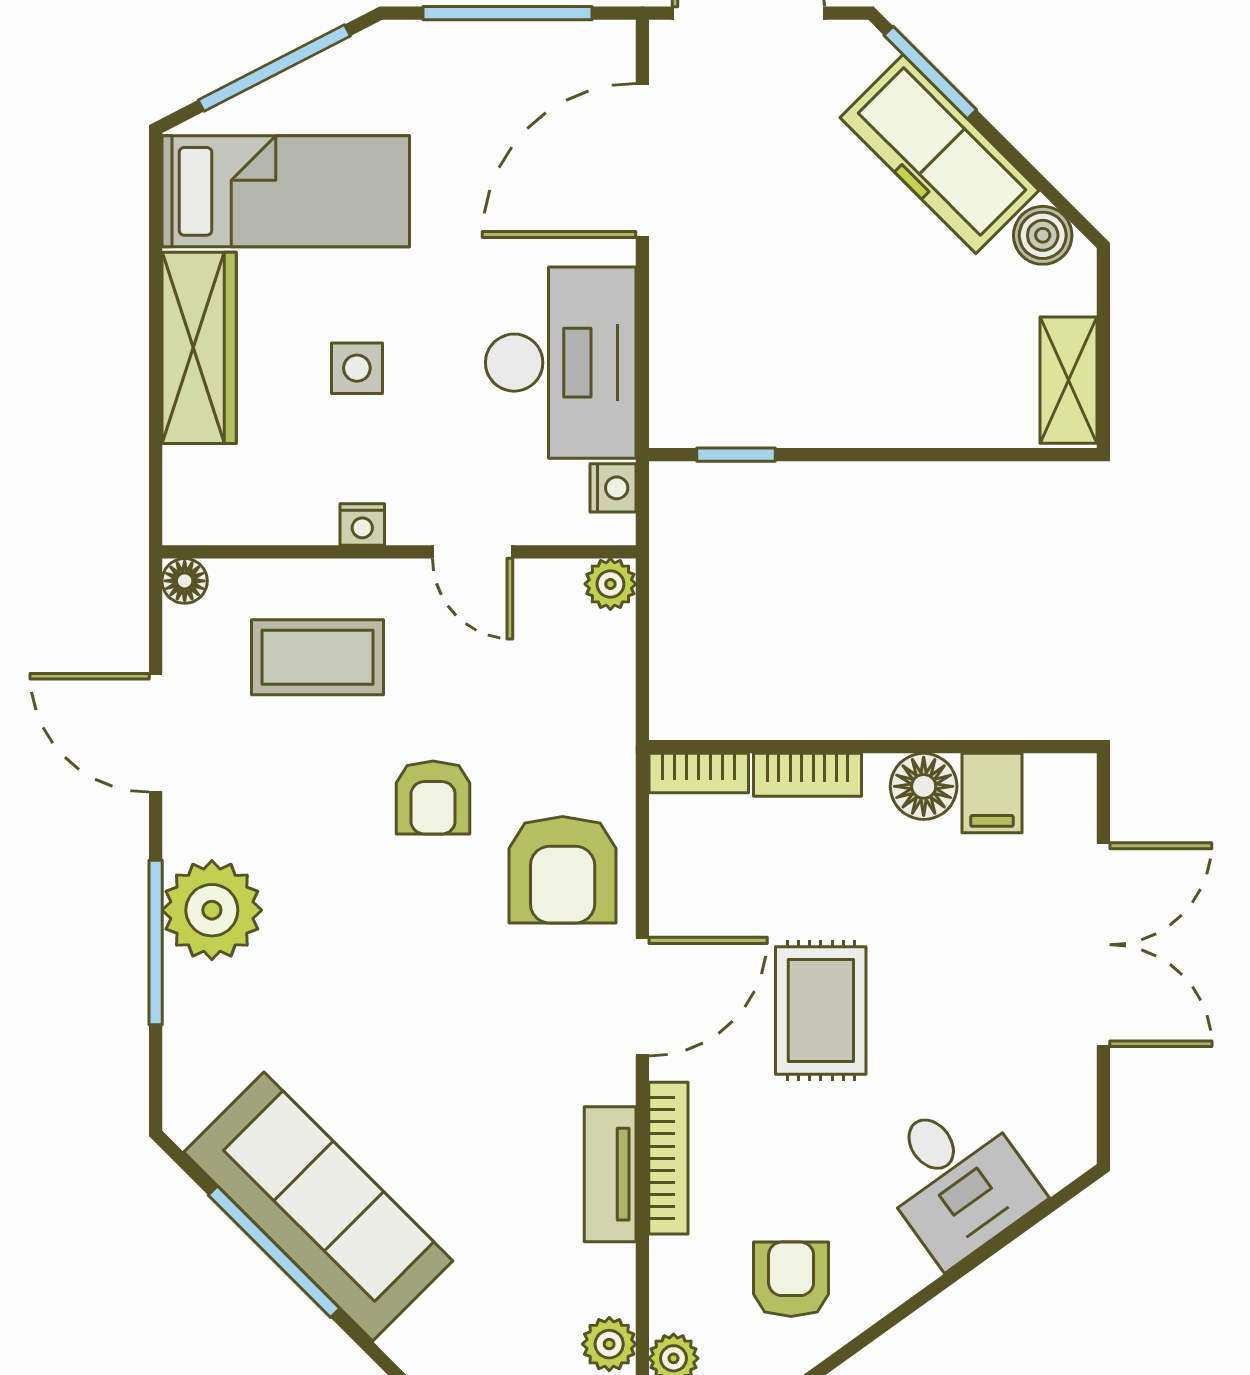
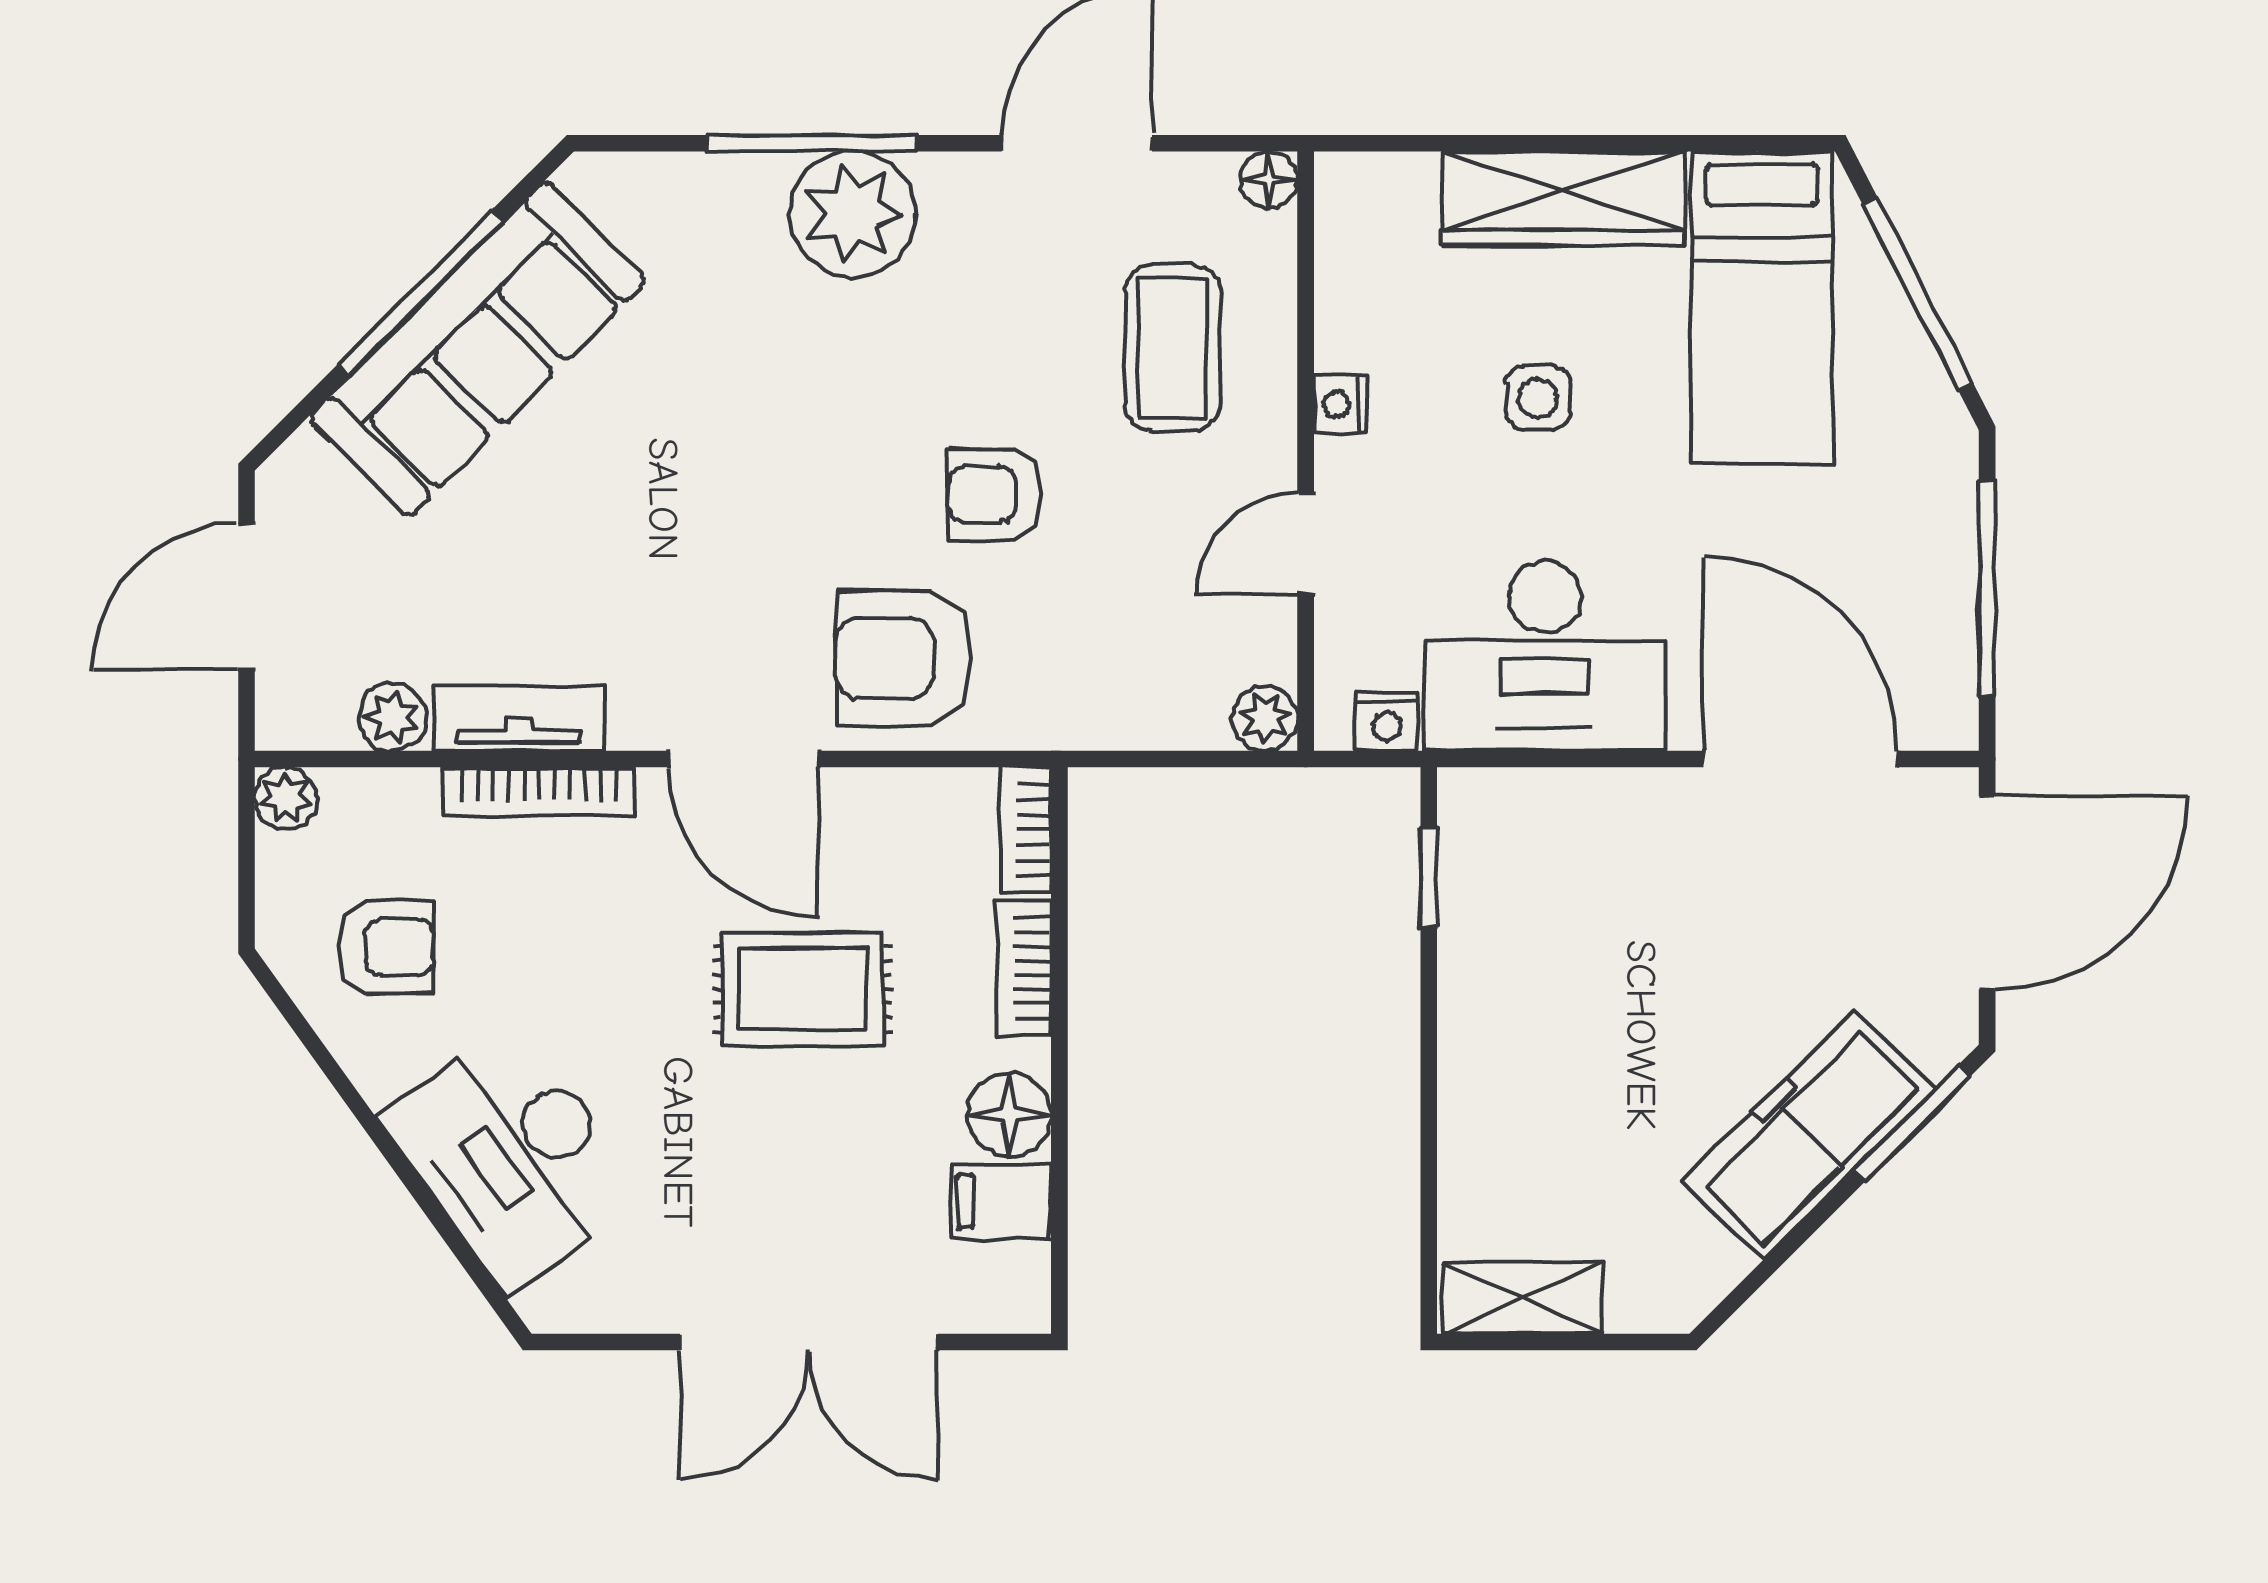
boiler: (1043, 235) -> (1706, 1265), removed
rug: (821, 1011) -> (803, 989), moved
desk: (956, 1179) -> (512, 1156), width x1.37
plant: (609, 1344) -> (393, 717), moved

